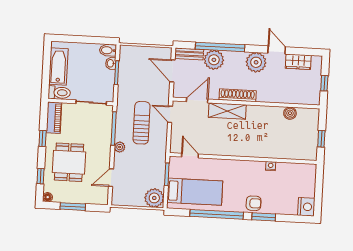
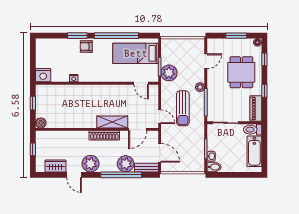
boiler: (290, 113) -> (41, 123), moved
plant: (154, 198) -> (169, 73), moved
nightstand: (306, 207) -> (43, 75), moved, turned -90

